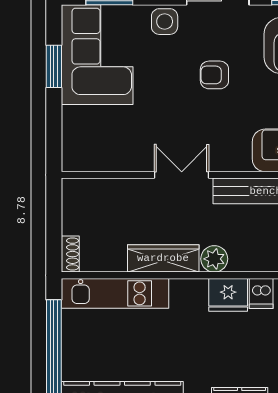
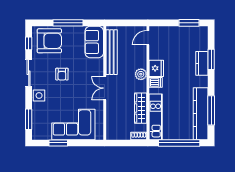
corner sofa: (97, 55) -> (73, 124), moved
wardrobe: (163, 258) -> (141, 108), moved
dishwasher: (261, 293) -> (156, 82), moved

